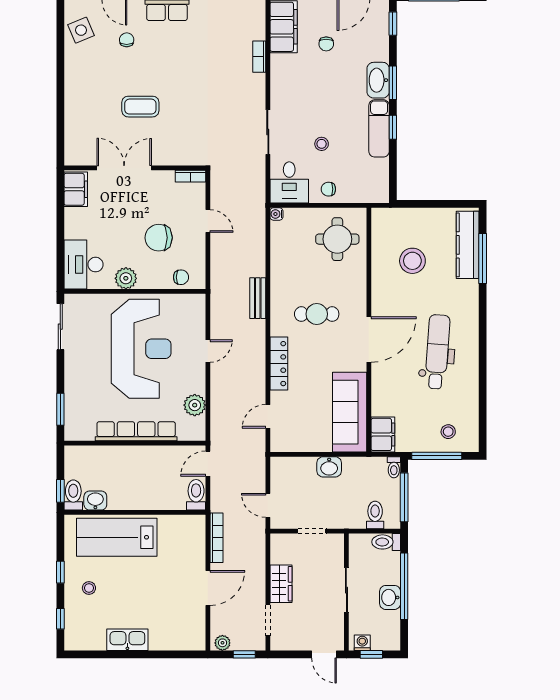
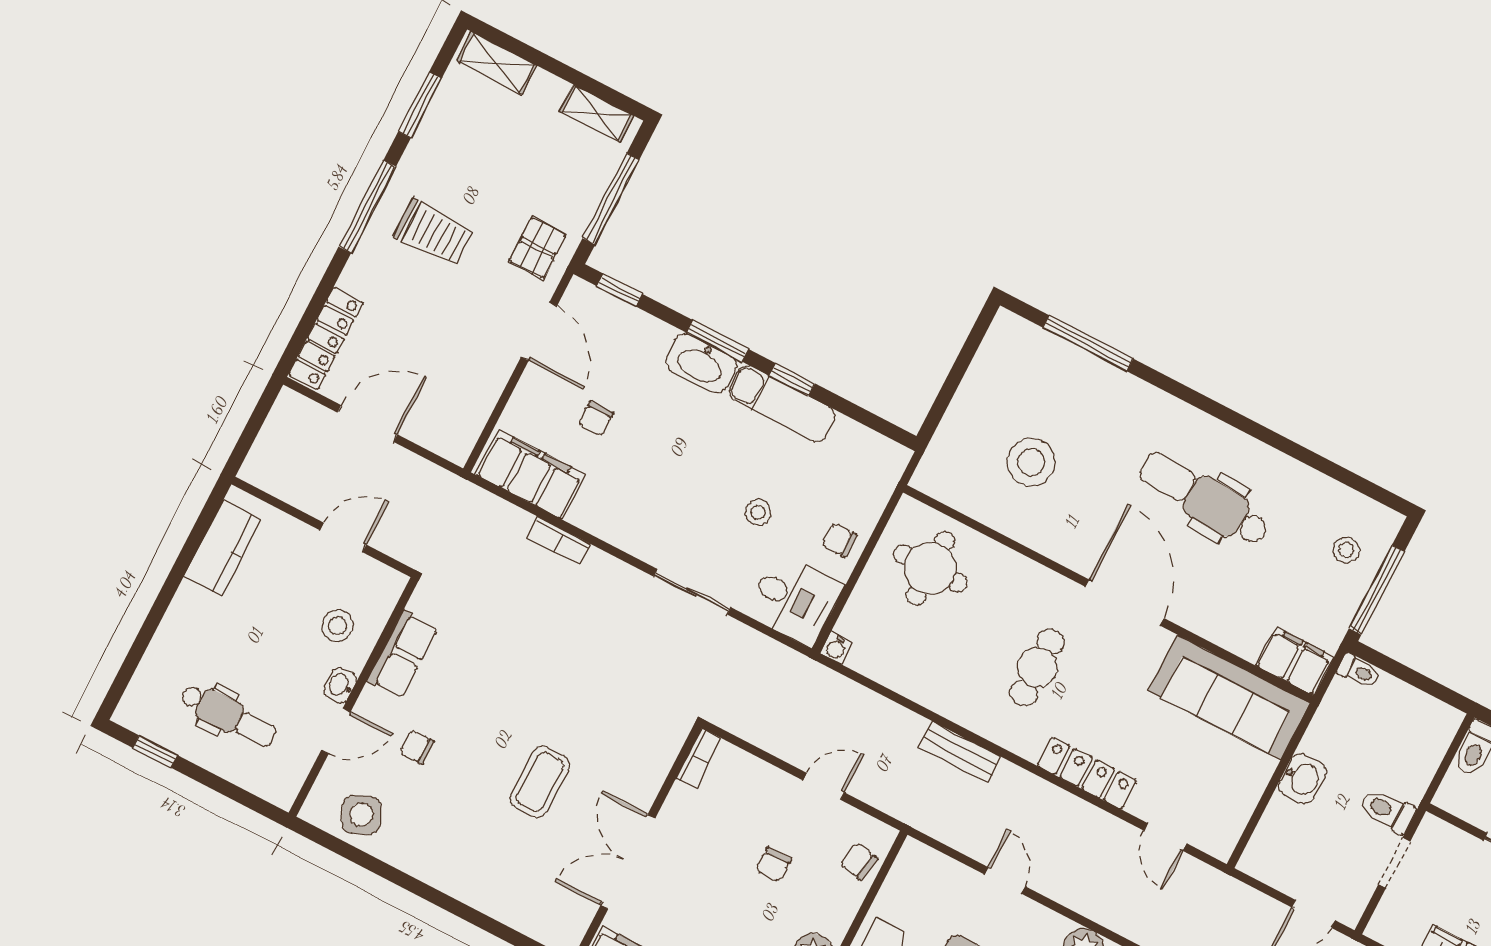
chair: (326, 44) -> (596, 418), turned 90
chair: (328, 189) -> (839, 540), turned 90
door: (208, 221) -> (824, 786), moved
chair: (159, 238) -> (774, 865), width x0.54, depth x0.54
kitchen counter: (468, 245) -> (1052, 356), removed
chair: (181, 277) -> (859, 862), turned -80
window: (404, 497) -> (1418, 680), removed
toilet: (375, 515) -> (1387, 811), moved

